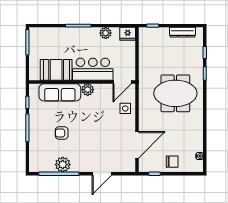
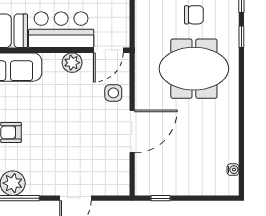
plant: (88, 90) -> (72, 63), moved
door: (137, 145) -> (132, 131), moved
chair: (172, 162) -> (194, 15), moved

